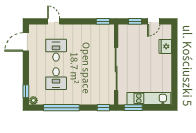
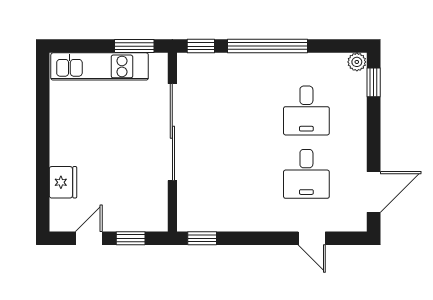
desk: (56, 79) -> (306, 110), turned 180
window: (61, 108) -> (268, 46), moved

